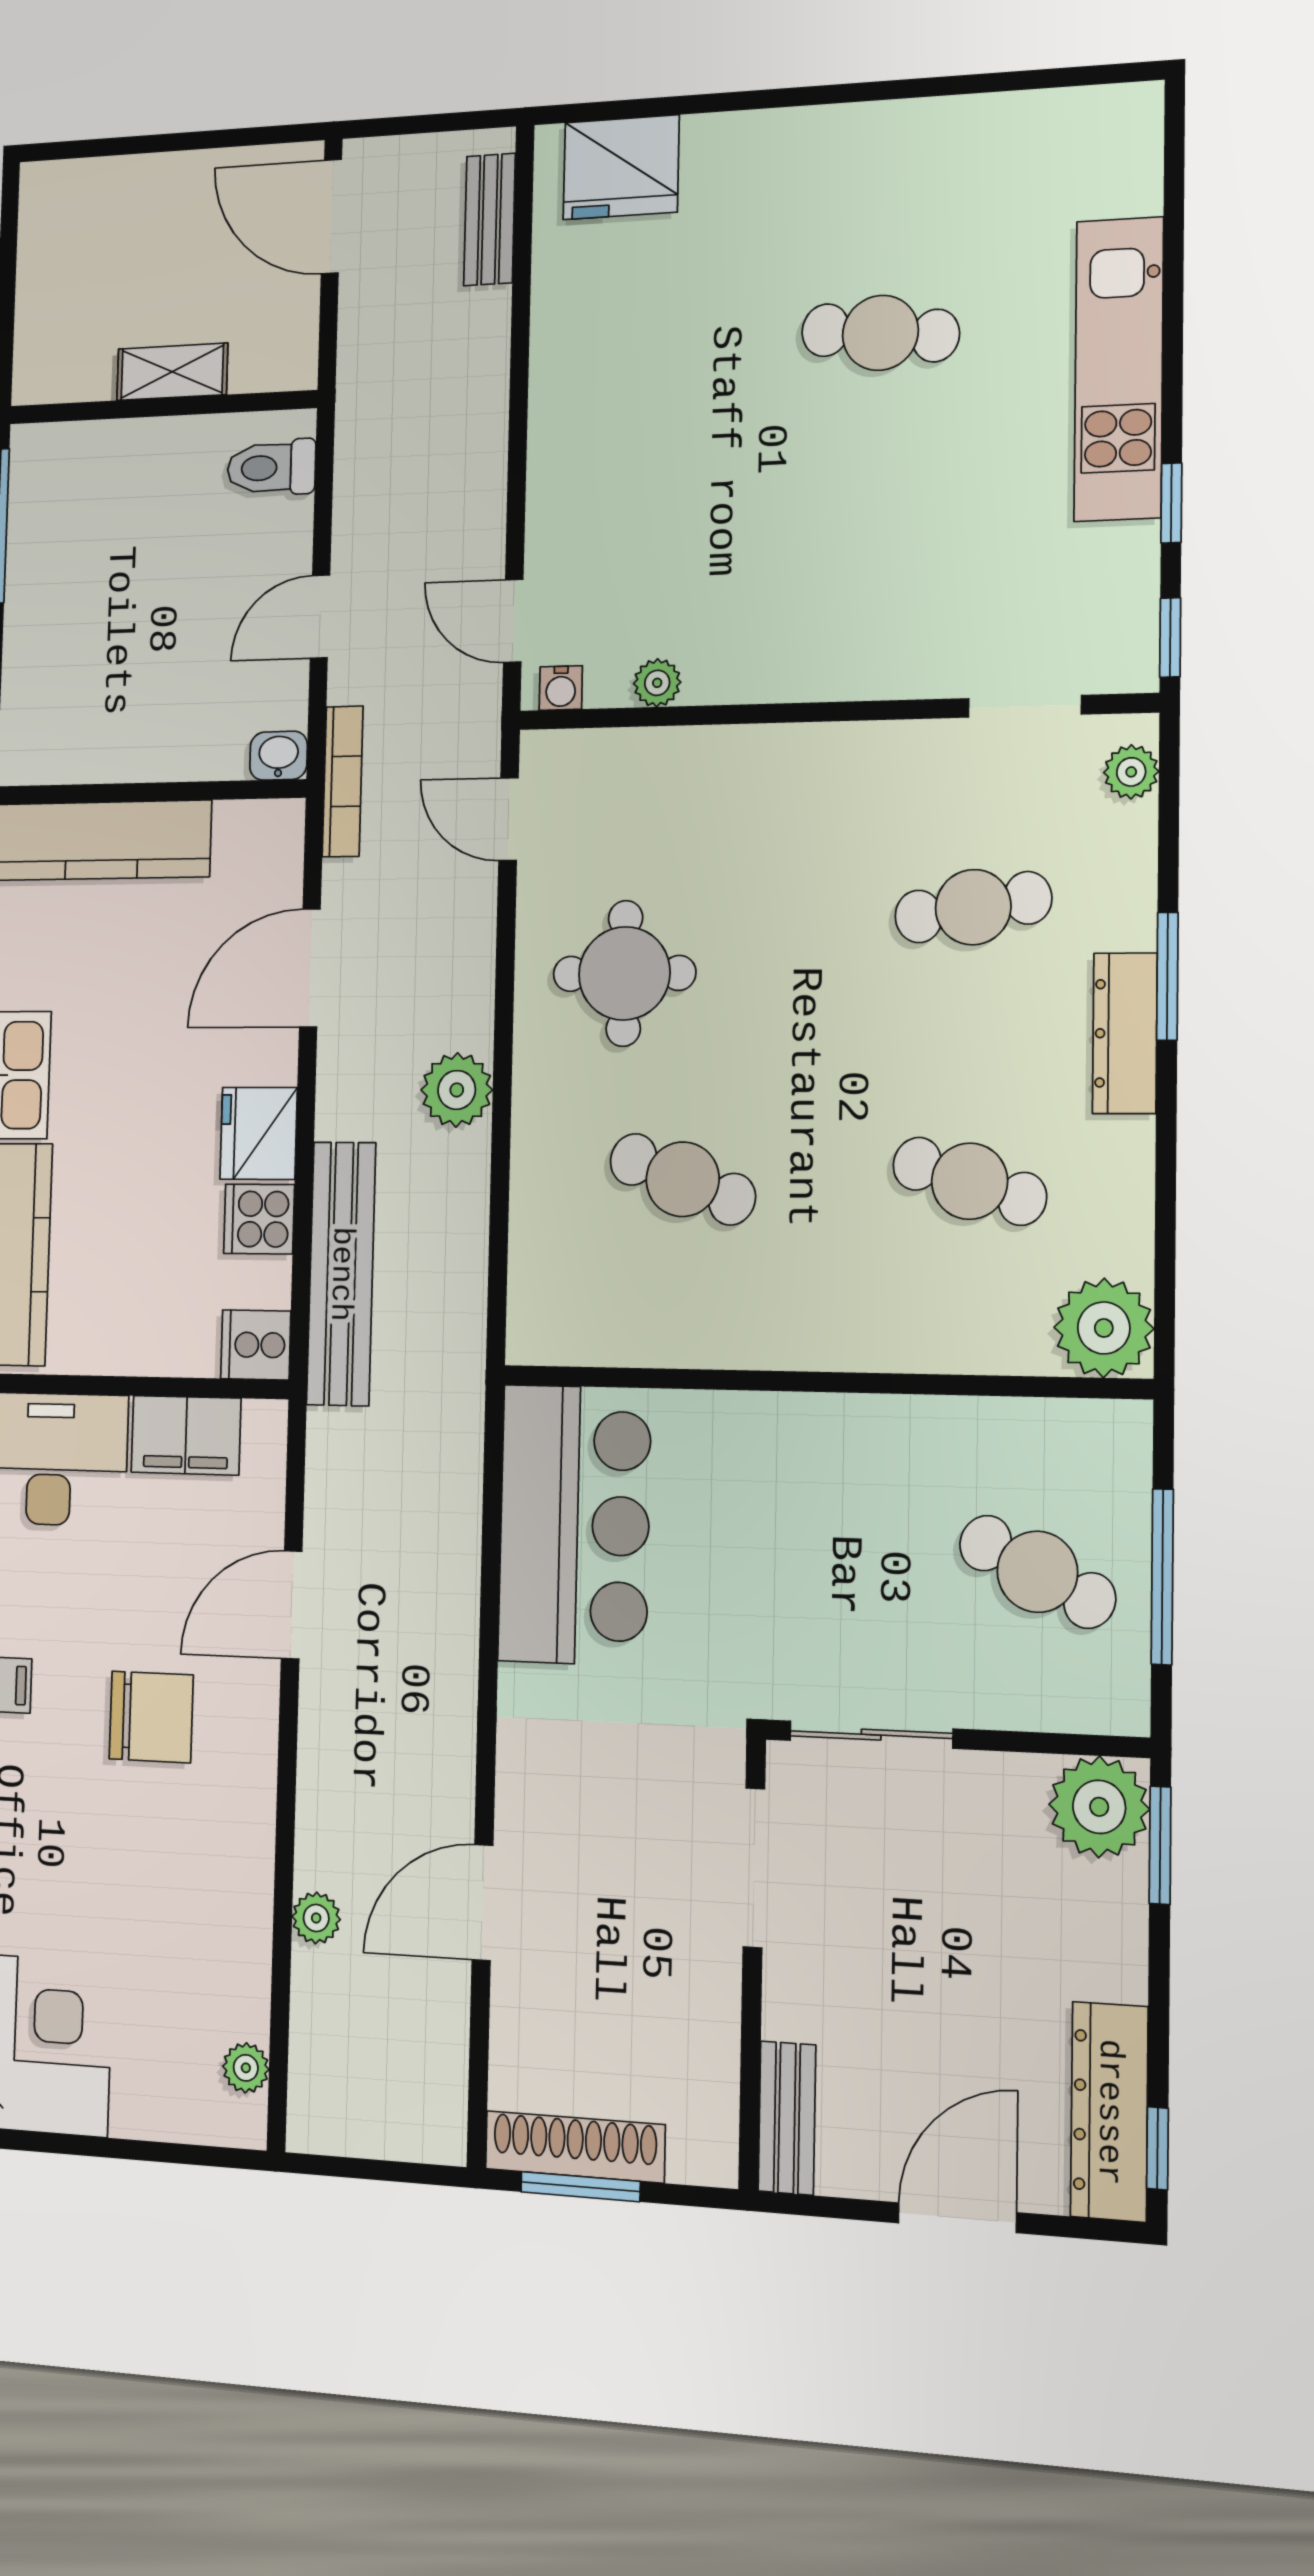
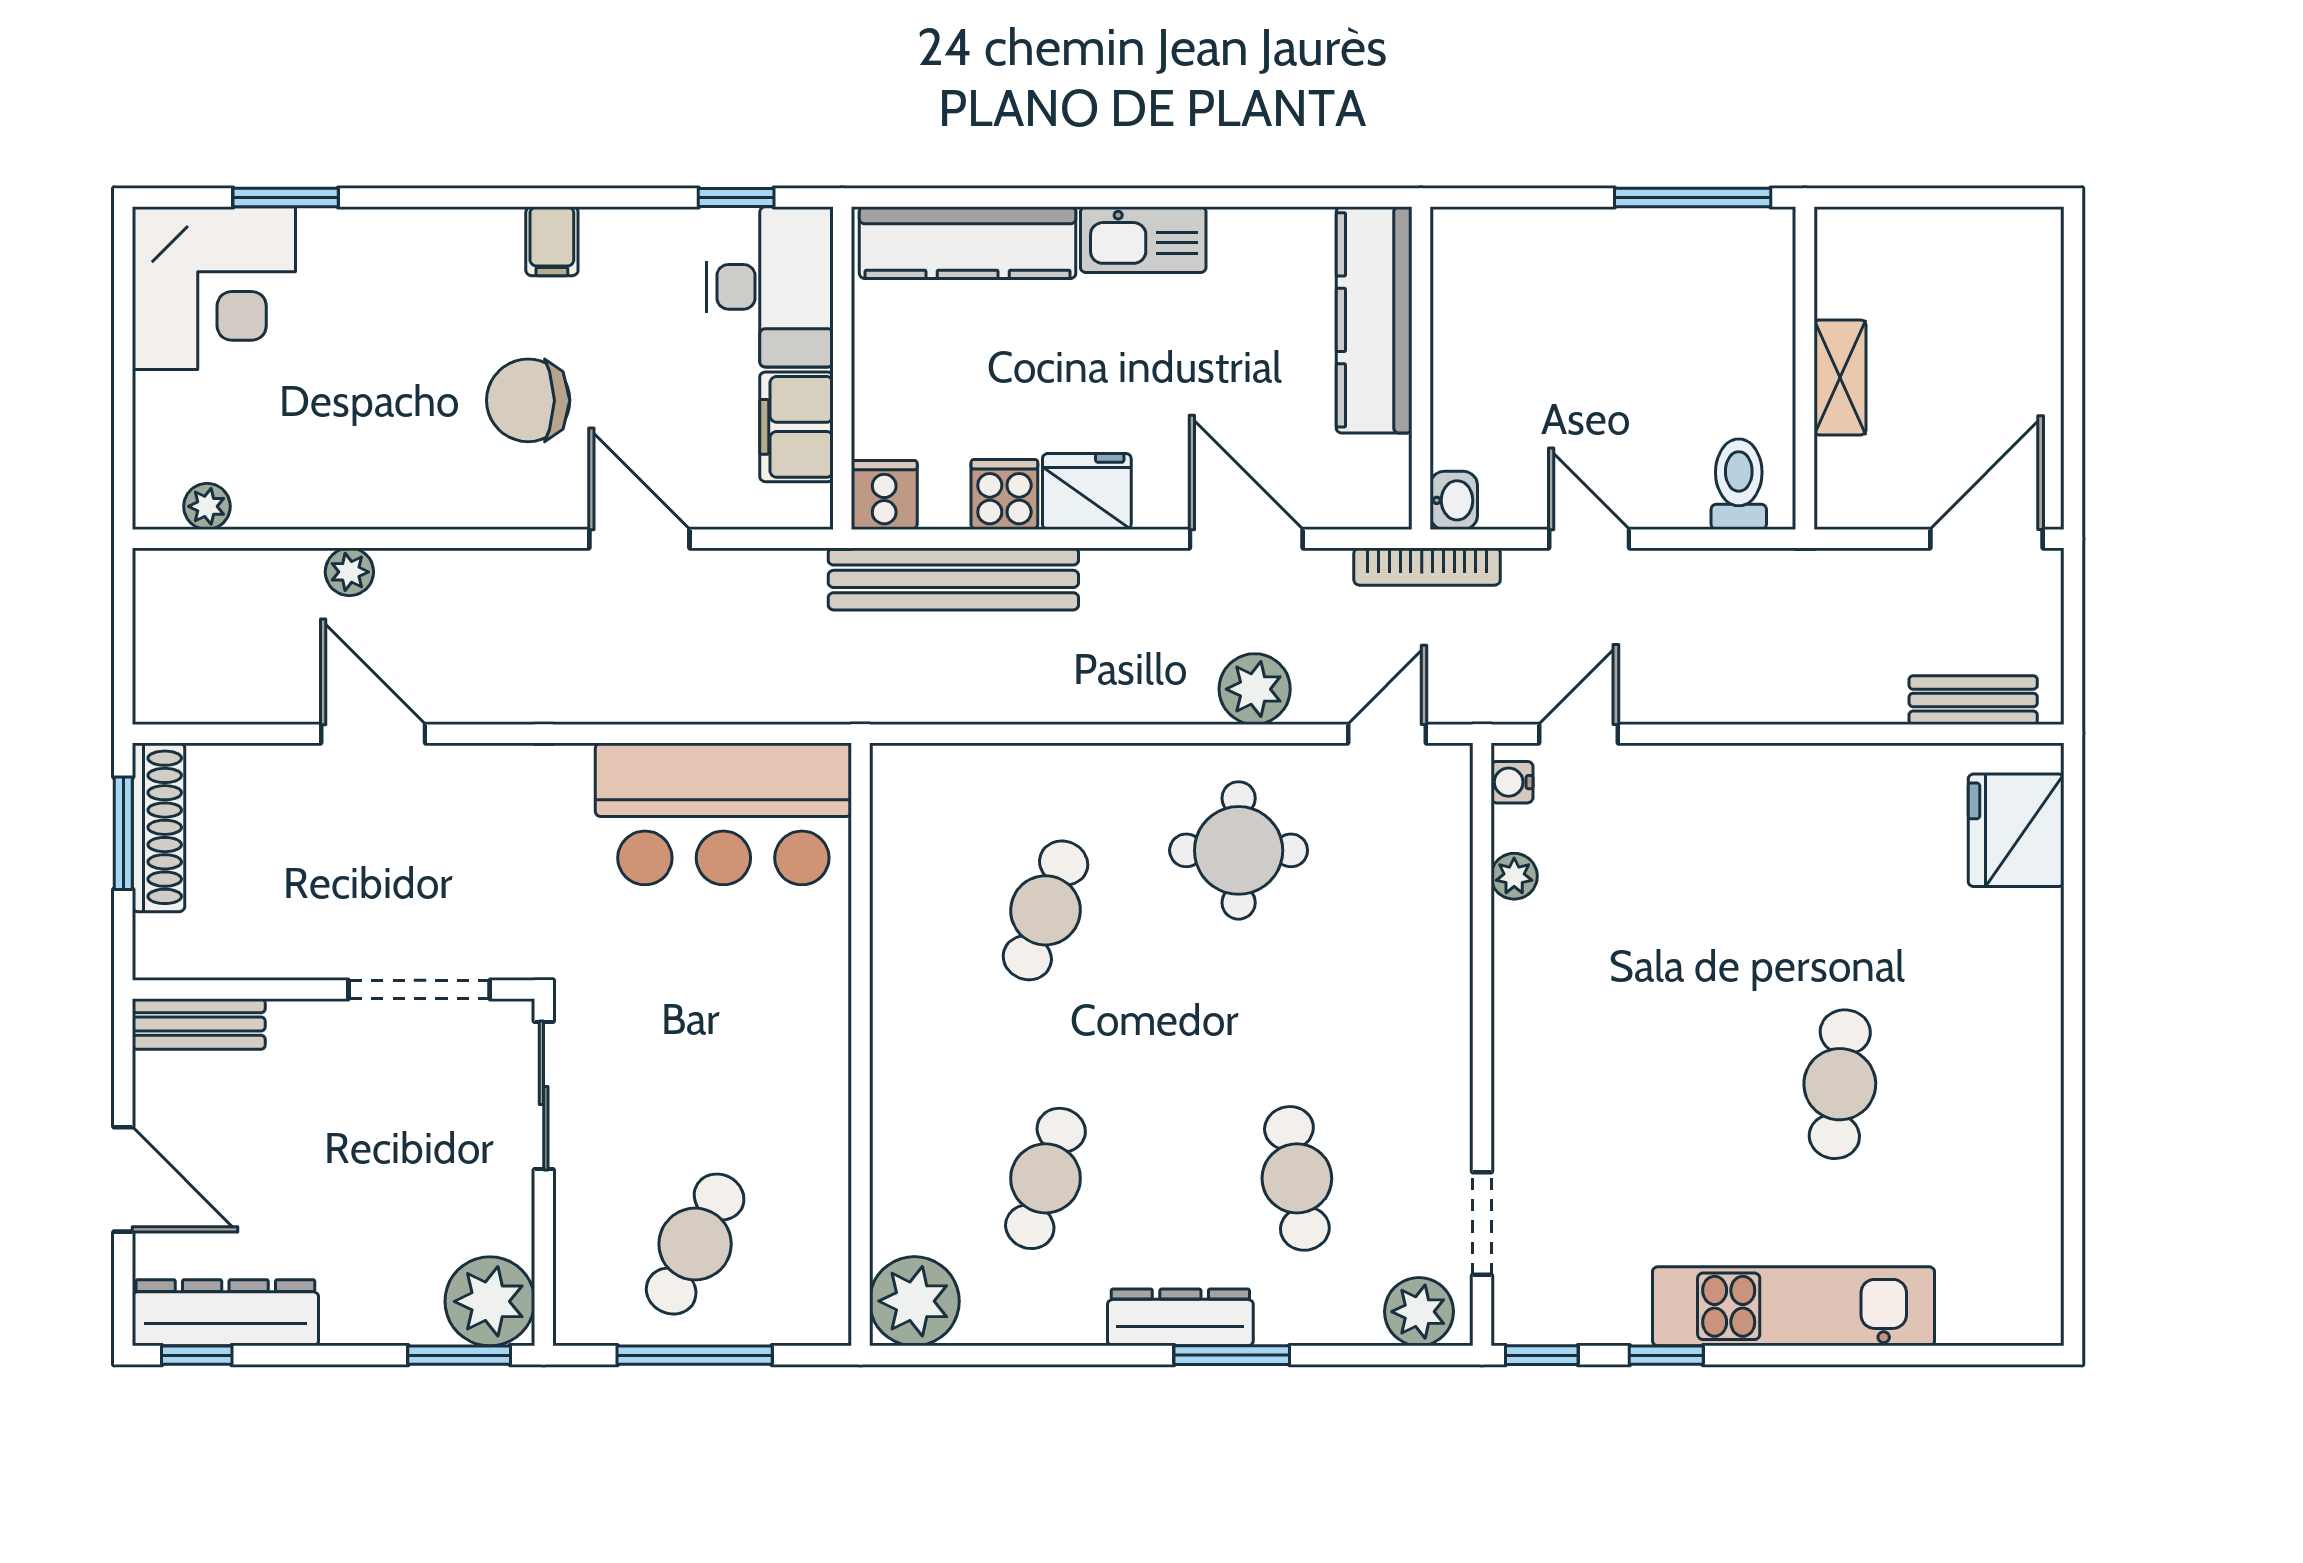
plant: (1131, 772) -> (1419, 1312), width x1.38, depth x1.38
plant: (457, 1090) -> (1255, 689), moved
chair: (151, 1717) -> (528, 400), turned 90

